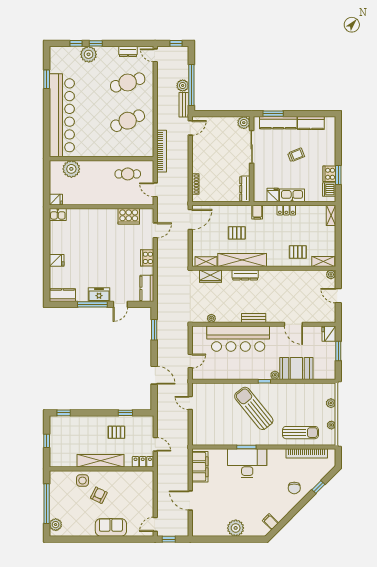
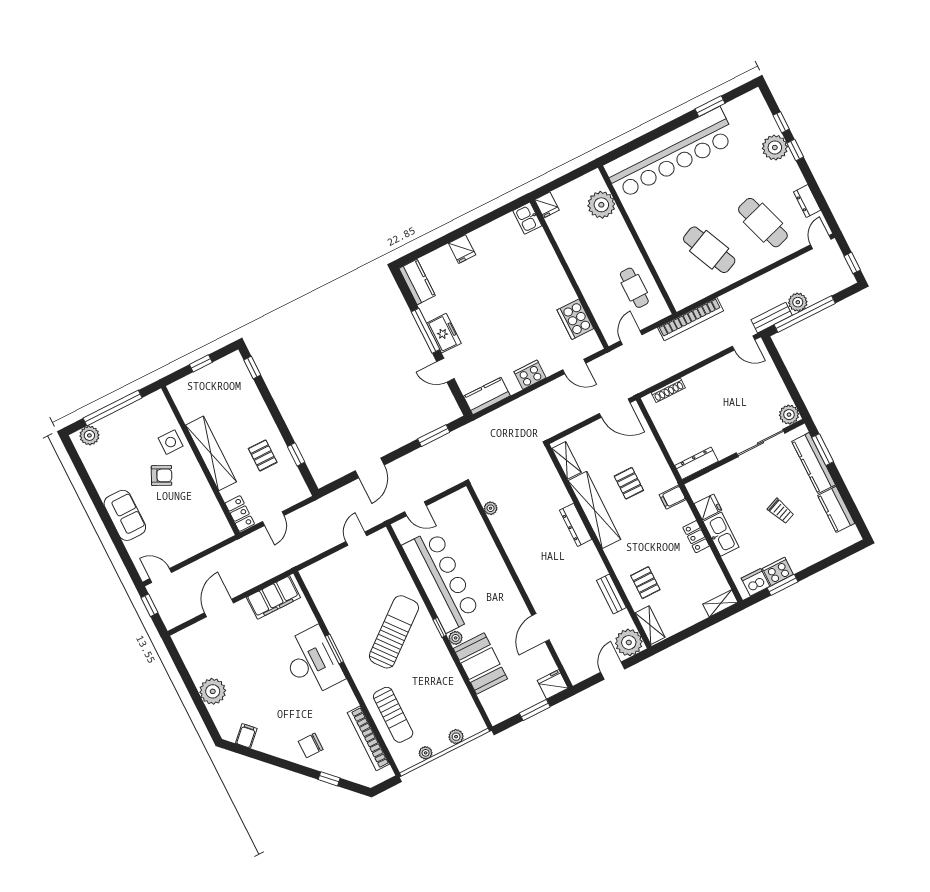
plant: (331, 274) -> (629, 642), width x1.88, depth x1.88
wardrobe: (211, 276) -> (549, 477), removed
bench: (254, 318) -> (611, 594), moved
bar counter: (238, 339) -> (442, 580), moved, turned 180

